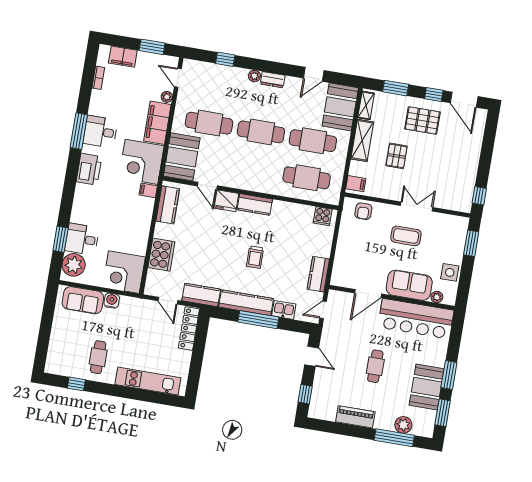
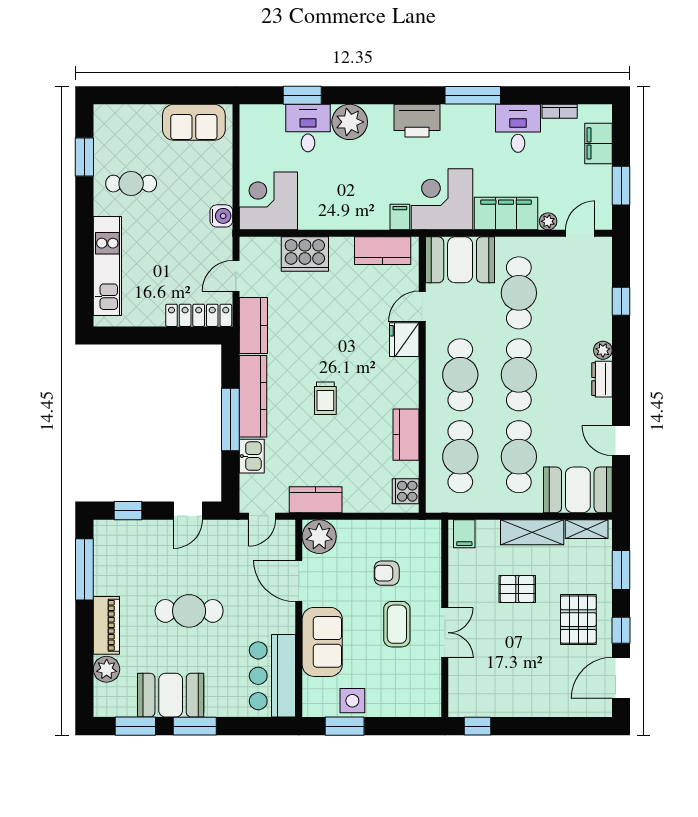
desk: (100, 132) -> (518, 128), moved
cafe table: (255, 169) -> (460, 375), added
kitchen counter: (255, 204) -> (406, 435), moved
armchair: (363, 211) -> (387, 573), moved
window: (471, 243) -> (345, 726), moved
trolley: (255, 257) -> (325, 398), turned -90
plant: (74, 265) -> (350, 122), moved
plant: (437, 297) -> (319, 537), moved, width x1.88, depth x1.88
sofa: (83, 300) -> (194, 122), moved, turned -90
water cooler: (112, 301) -> (221, 216), moved
door: (323, 310) -> (262, 516), swing flipped
bar counter: (416, 319) -> (272, 676), width x0.73
cafe table: (375, 366) -> (189, 611), width x1.37, depth x1.35
window: (76, 384) -> (84, 157), width x1.50
piano: (355, 417) -> (106, 625), moved
window: (394, 438) -> (84, 569), moved

